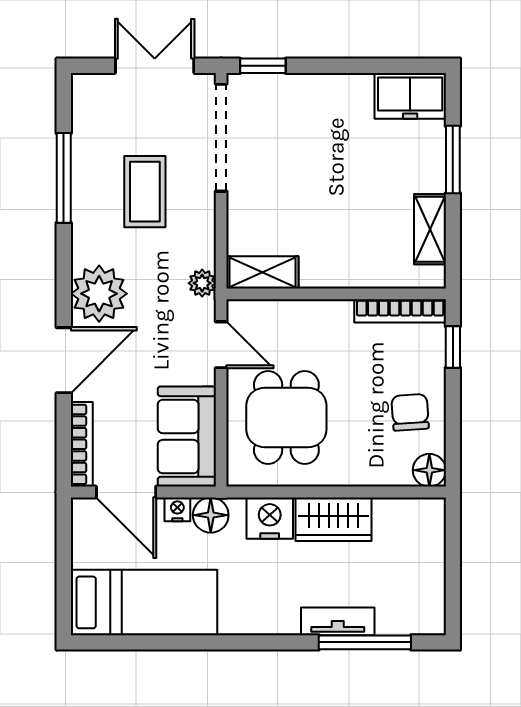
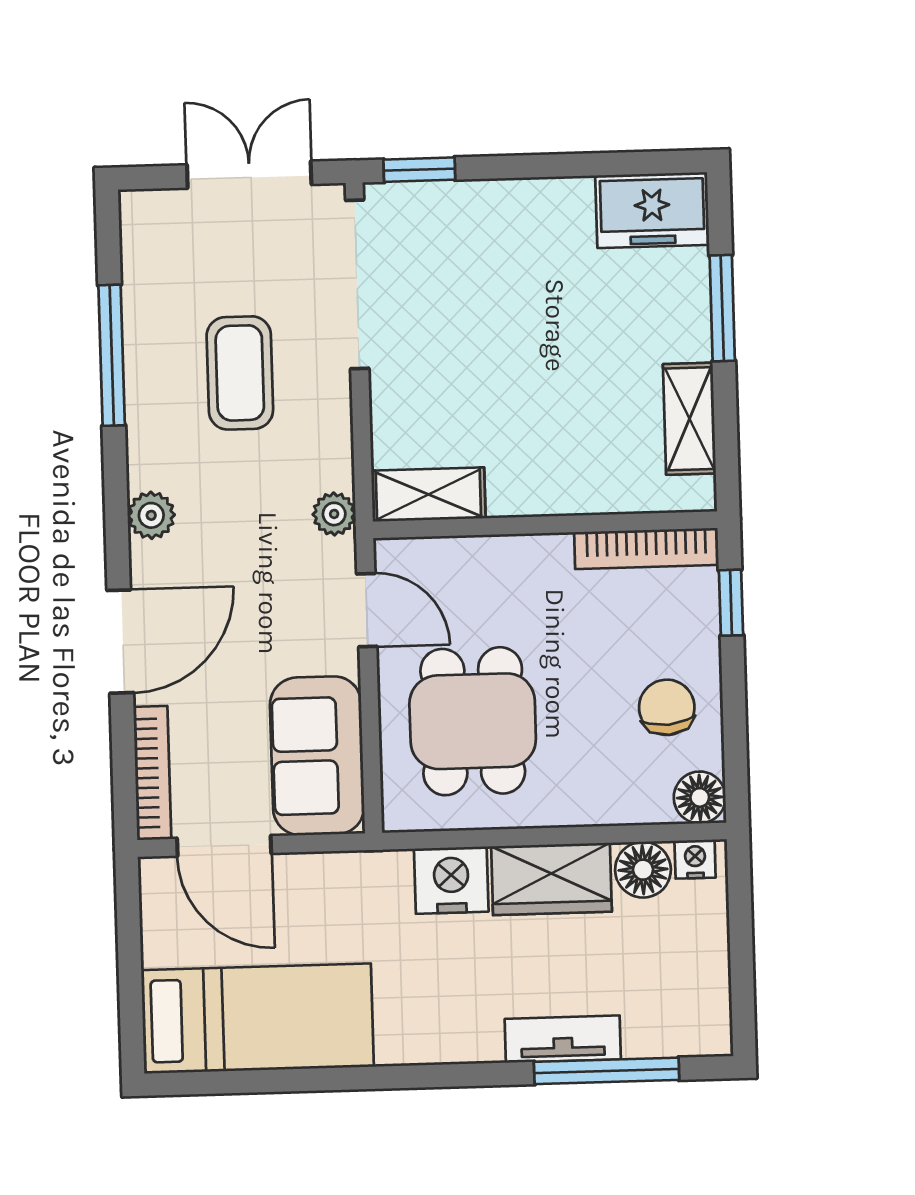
plant: (99, 294) -> (151, 515), width x0.53, depth x0.53
nightstand: (177, 509) -> (695, 859), moved
floor lamp: (211, 515) -> (643, 870), moved

